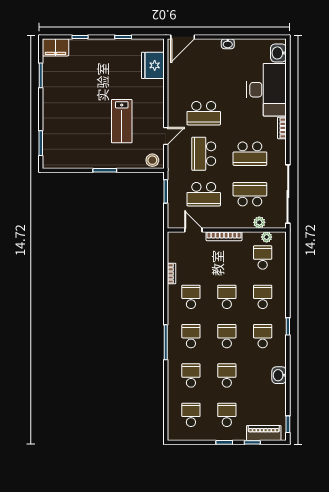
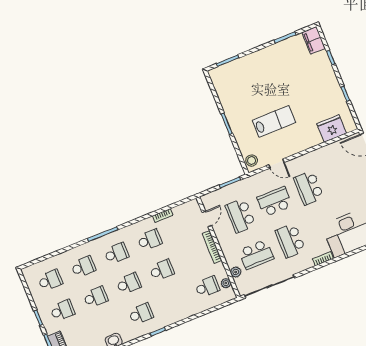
lab bench: (122, 121) -> (274, 121), turned 180
school desk: (250, 194) -> (256, 254), turned 90
school desk: (263, 297) -> (174, 300), removed

